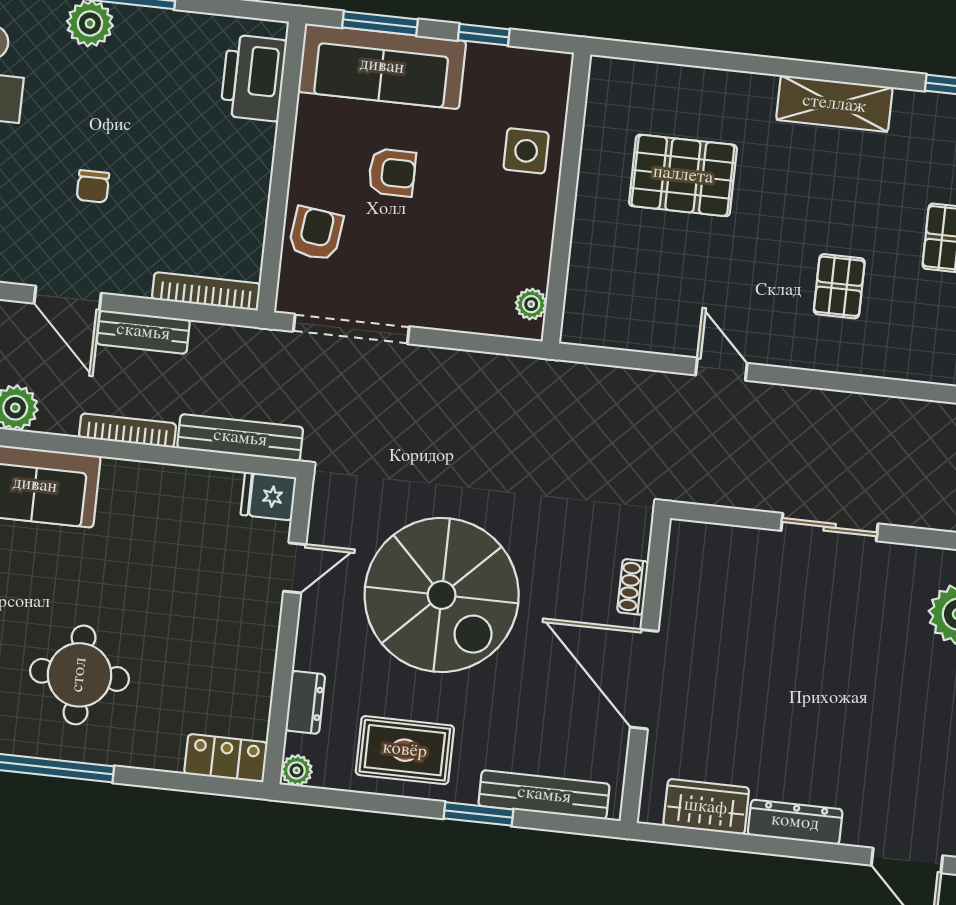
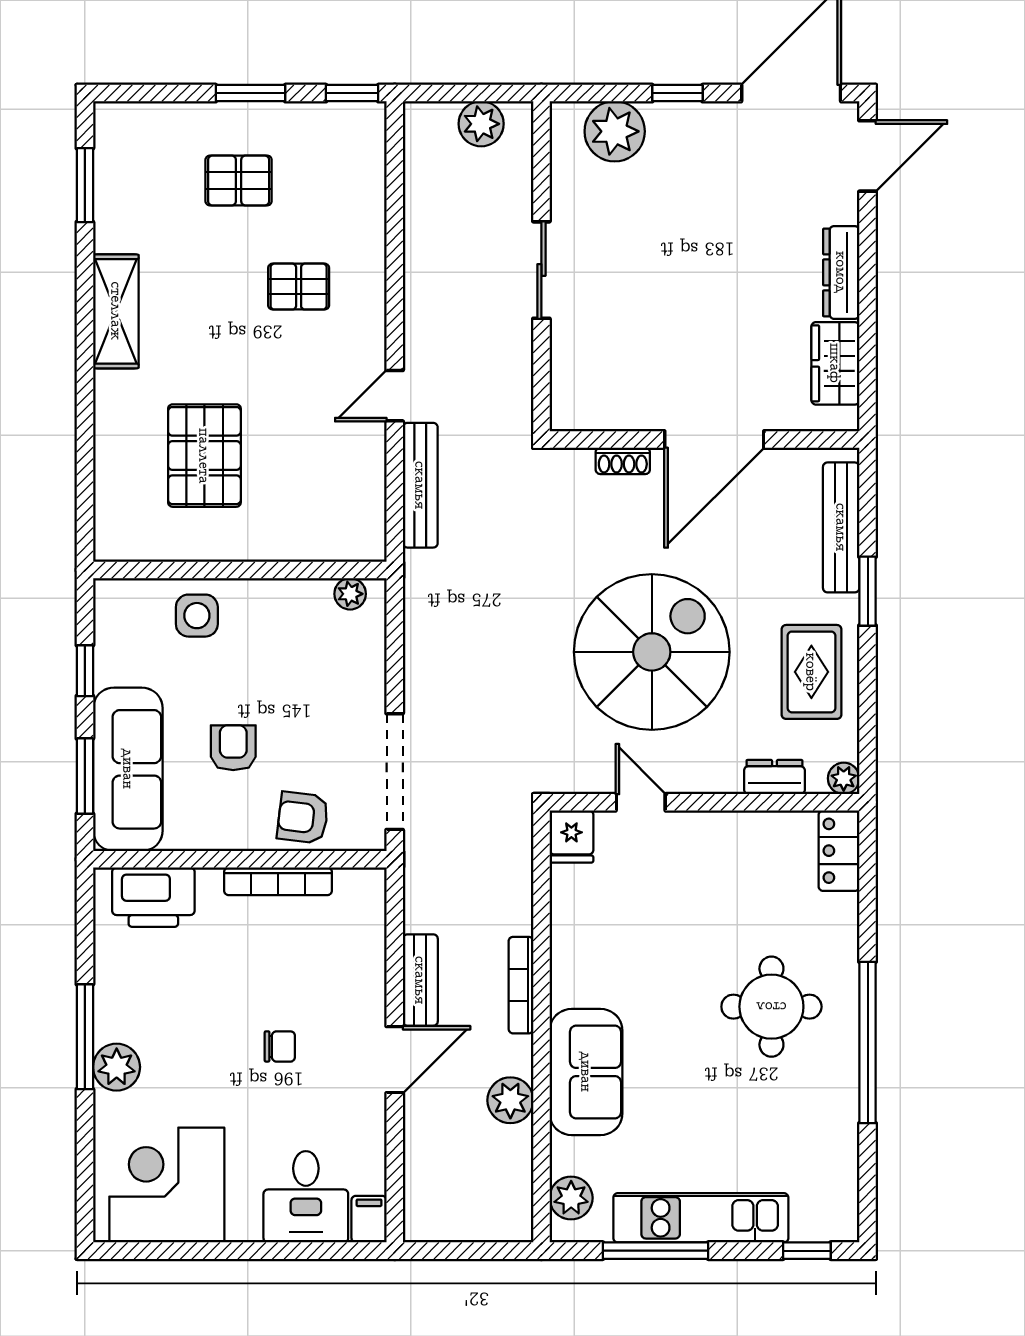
bookcase: (206, 291) -> (278, 881), moved, turned -90
bench: (240, 438) -> (420, 485), moved

